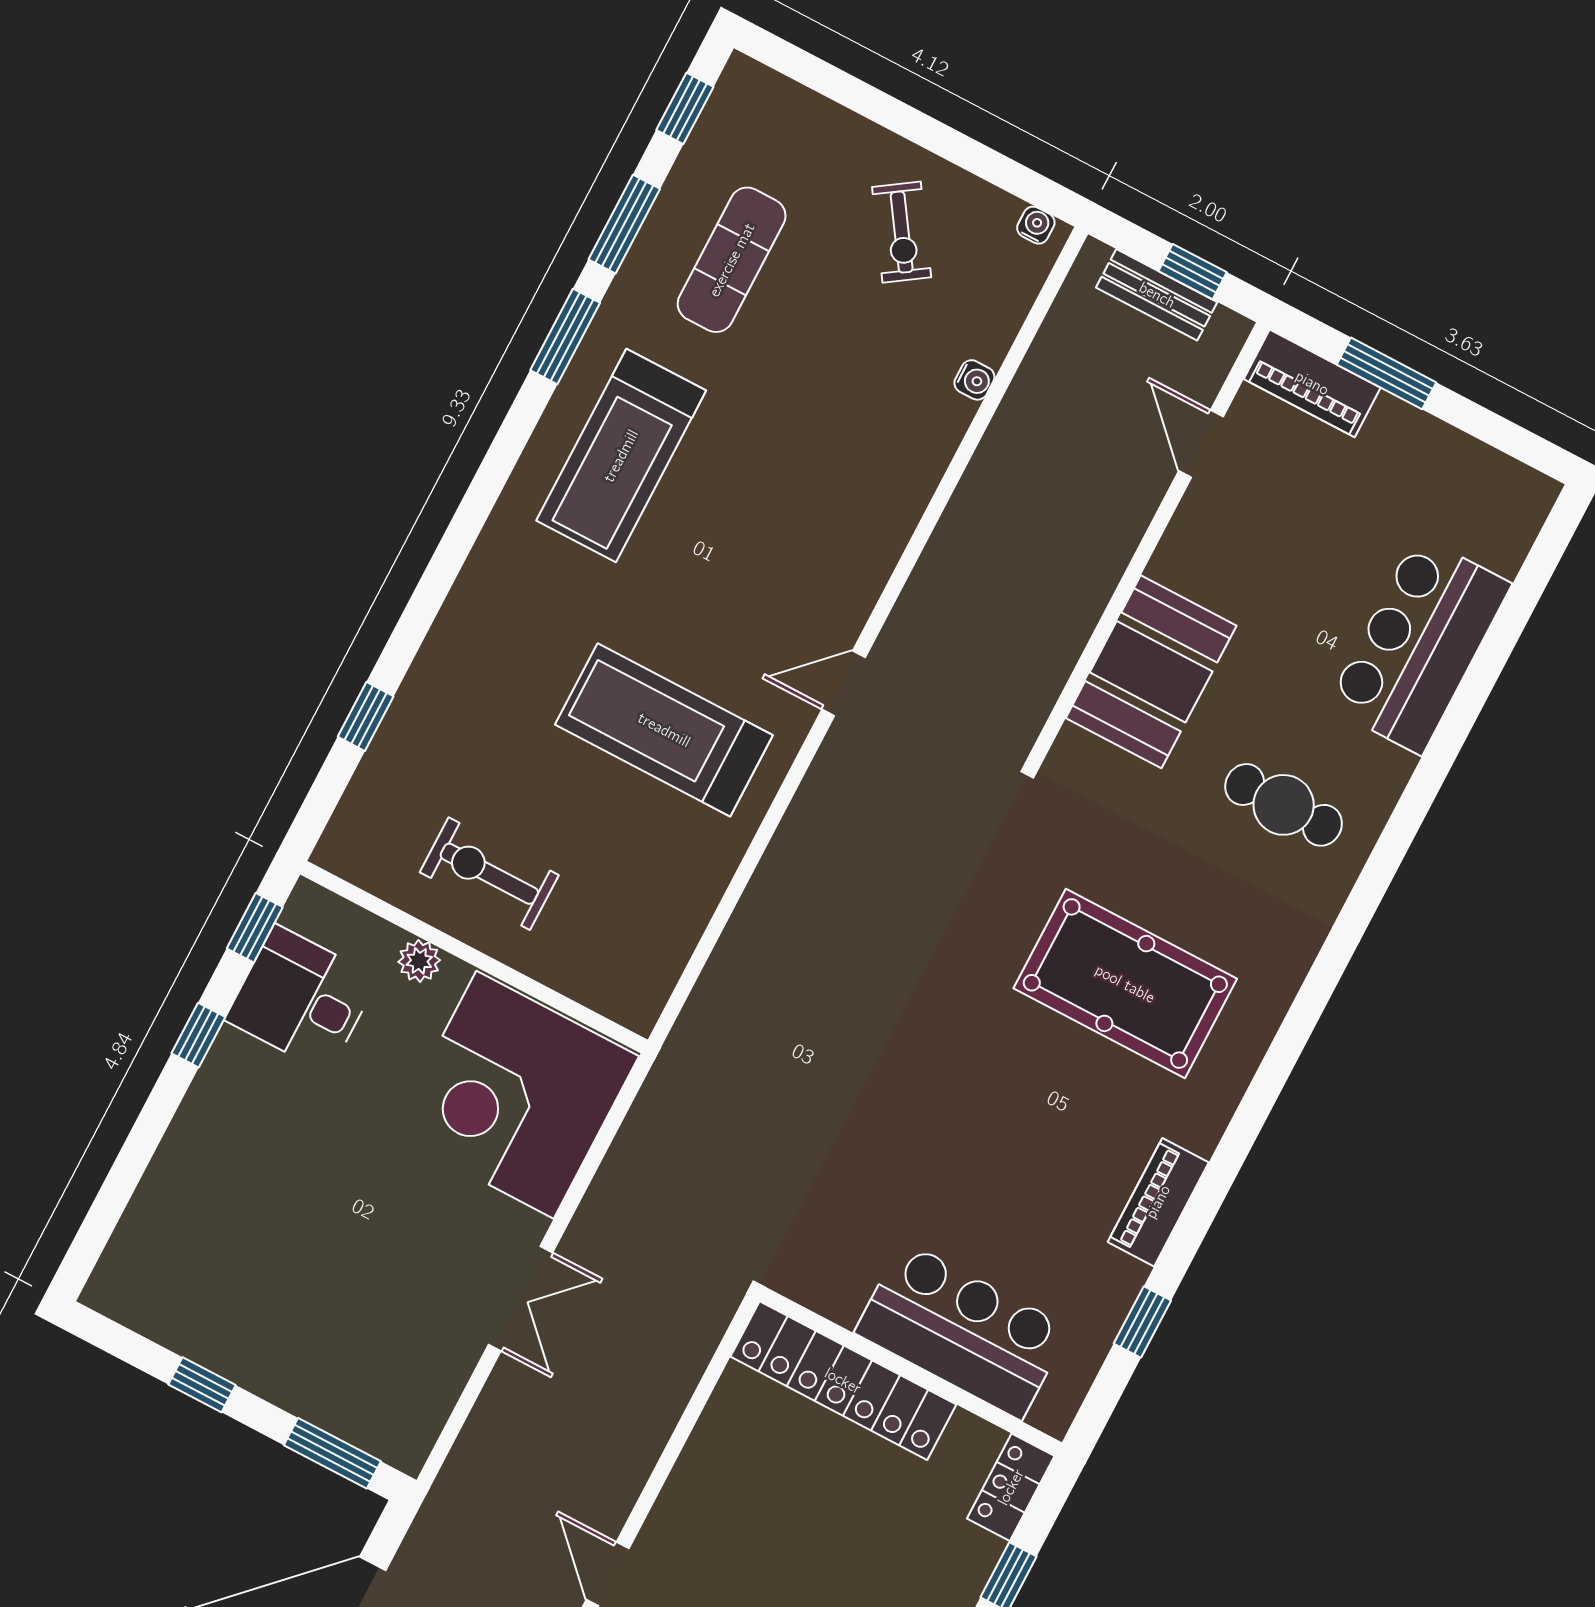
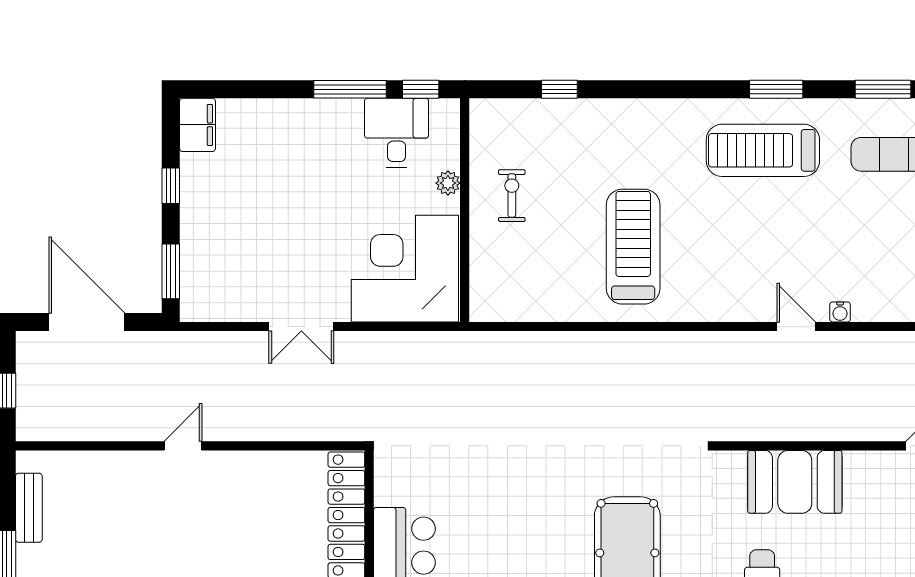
window: (565, 337) -> (776, 89), moved
water cooler: (974, 380) -> (840, 312), moved
door: (844, 683) -> (796, 327), moved
exercise bike: (489, 874) -> (512, 196), width x0.73, depth x0.72
window: (198, 1035) -> (350, 89), width x2.17
filing cabinet: (131, 1296) -> (198, 125), added

